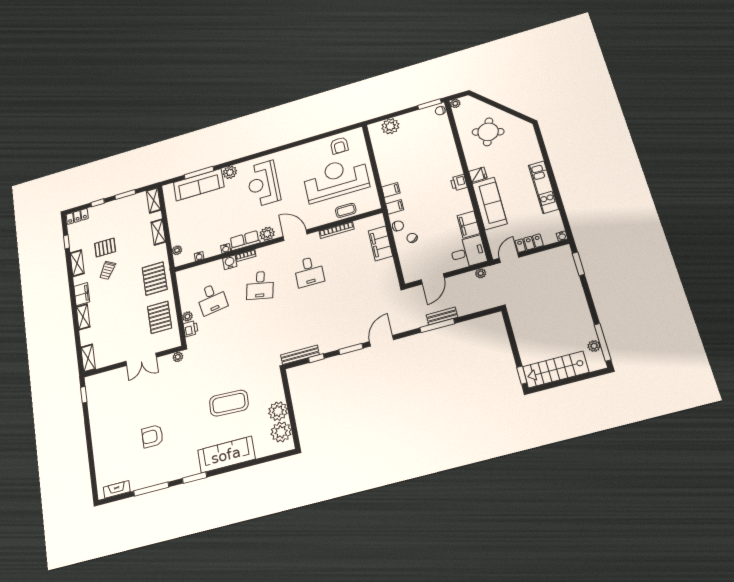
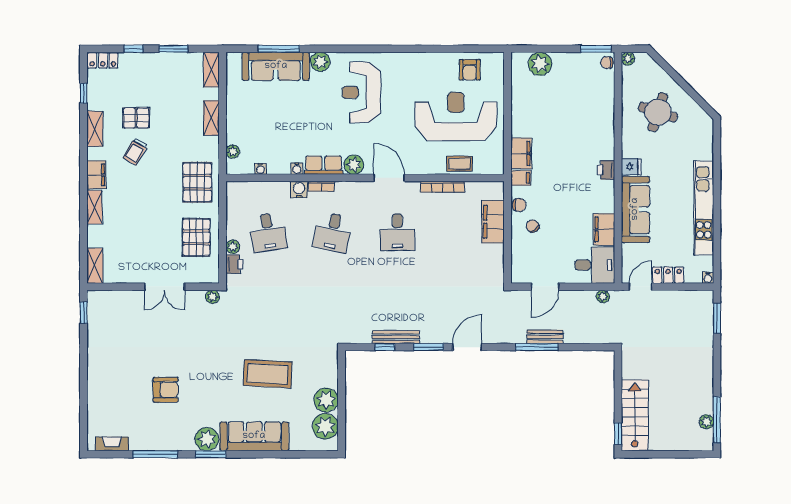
kitchen unit: (543, 187) -> (704, 208), width x1.36
filing cabinet: (391, 190) -> (521, 153), width x2.00
bench: (300, 355) -> (396, 337), moved
stairs: (556, 370) -> (635, 415), moved, turned 90
armchair: (152, 436) -> (166, 390), turned 180
plant: (190, 466) -> (207, 439), added

